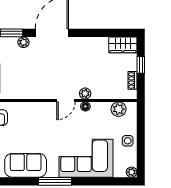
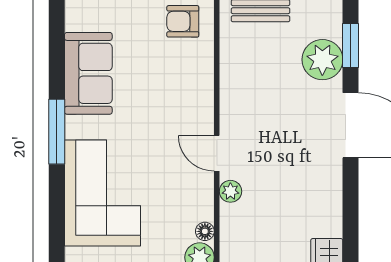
plant: (23, 42) -> (322, 60), width x1.88, depth x1.88
floor lamp: (85, 106) -> (205, 231), moved

